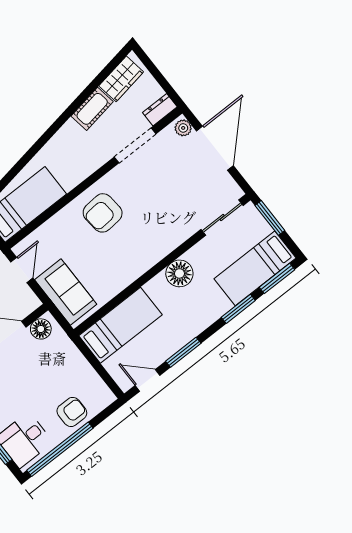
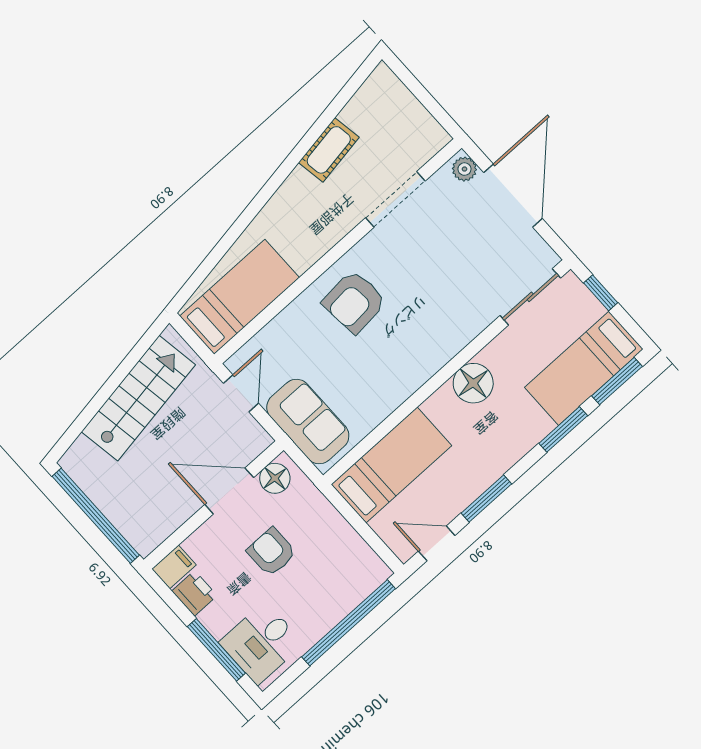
wardrobe: (121, 79) -> (369, 103), removed
dresser: (160, 110) -> (428, 144), removed
window: (270, 218) -> (601, 293), width x0.67
armchair: (72, 412) -> (272, 552), moved, turned -90
window: (60, 449) -> (349, 623), moved

